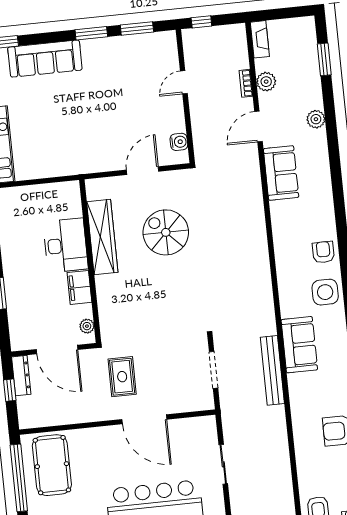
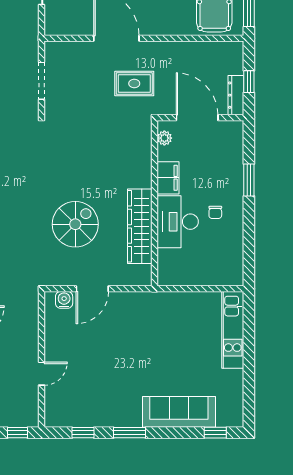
window: (137, 28) -> (83, 433), width x0.67
water cooler: (179, 142) -> (64, 300), moved, turned 90
spiral stairs: (166, 232) -> (75, 224), turned -90
chair: (29, 258) -> (215, 212), added
rug: (122, 377) -> (134, 84), turned 90

